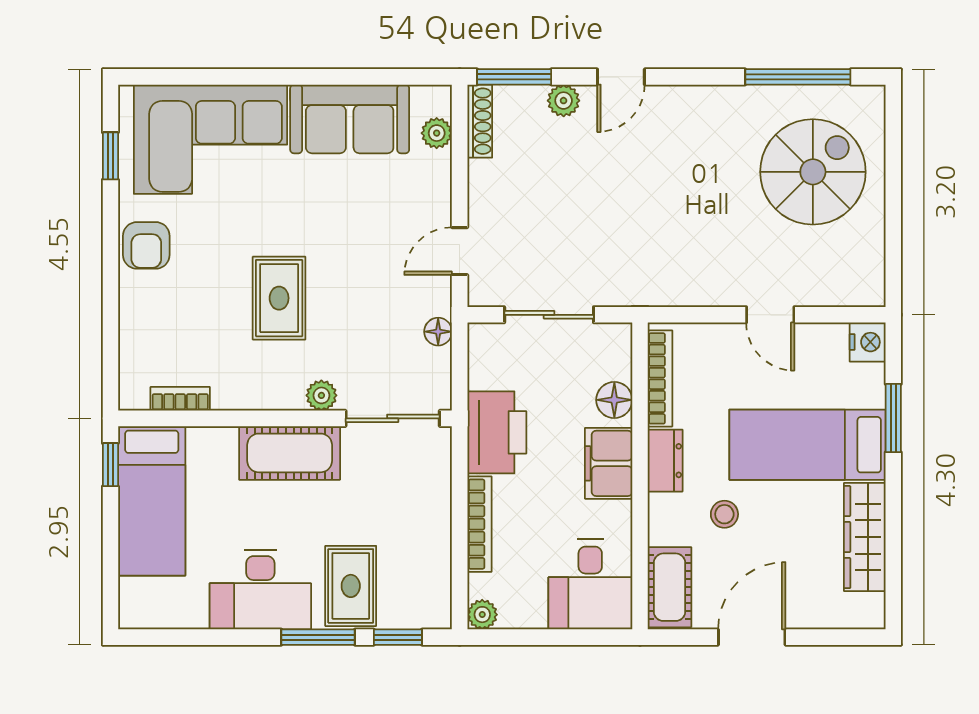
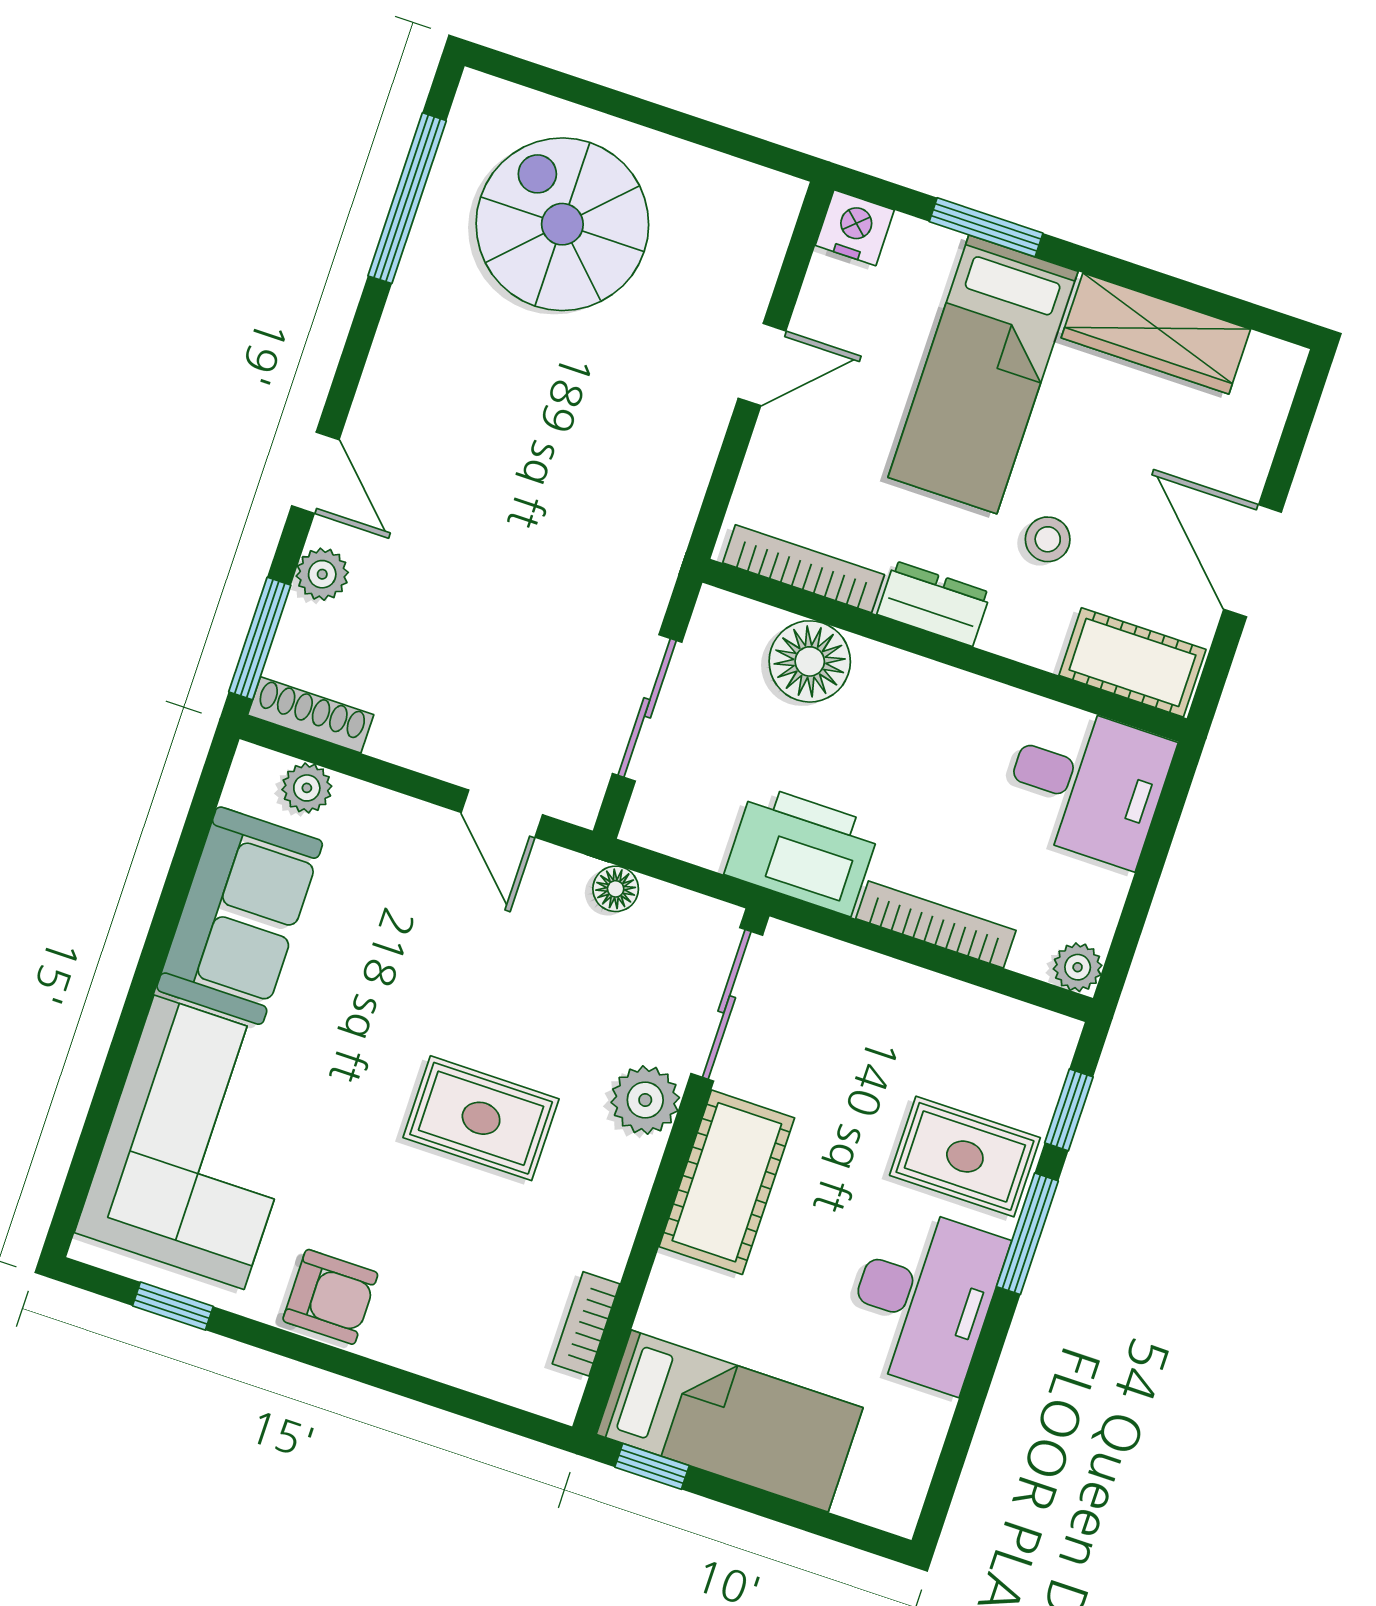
plant: (321, 395) -> (645, 1100), width x1.38, depth x1.38
floor lamp: (614, 400) -> (810, 661), width x1.38, depth x1.38
filing cabinet: (609, 463) -> (909, 693), removed

